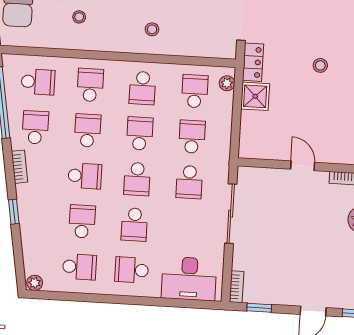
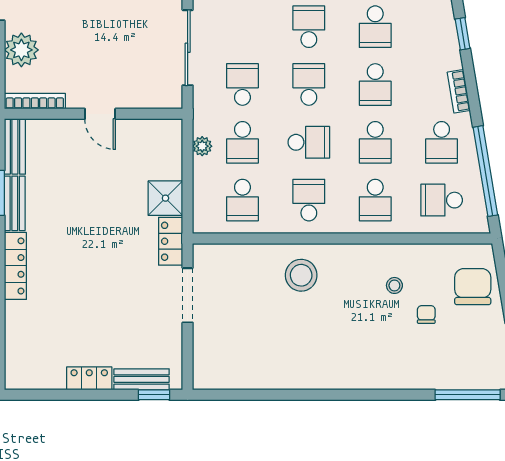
stool: (152, 29) -> (301, 275), width x1.89, depth x1.89
stool: (320, 65) -> (85, 242), removed
plant: (227, 83) -> (202, 146), moved
school desk: (140, 134) -> (309, 142), turned -90
school desk: (85, 176) -> (375, 84), turned -90

